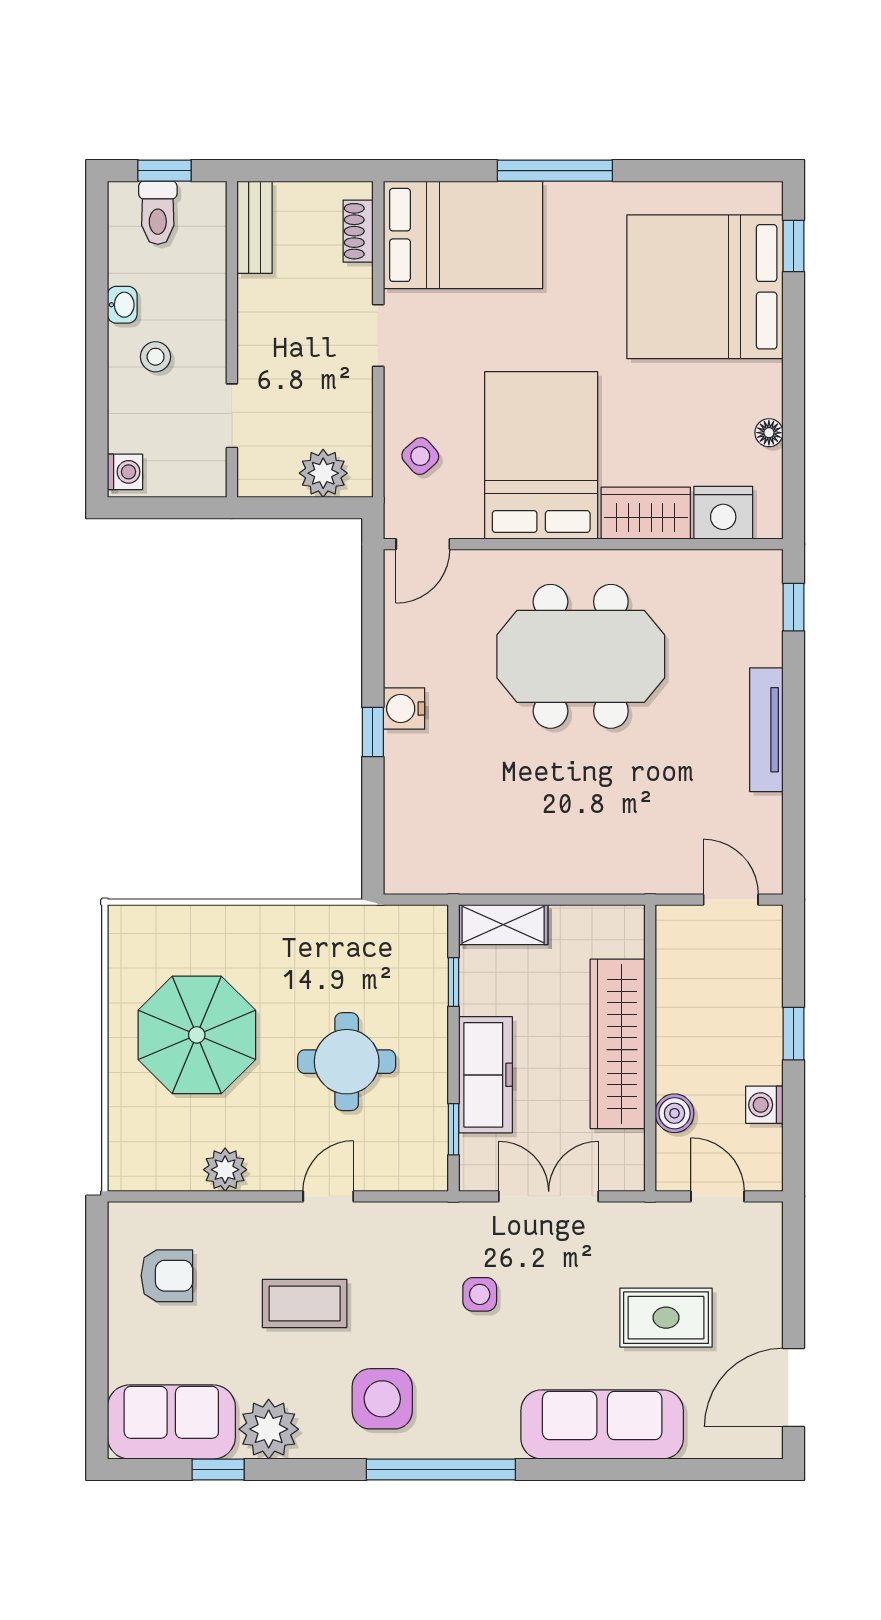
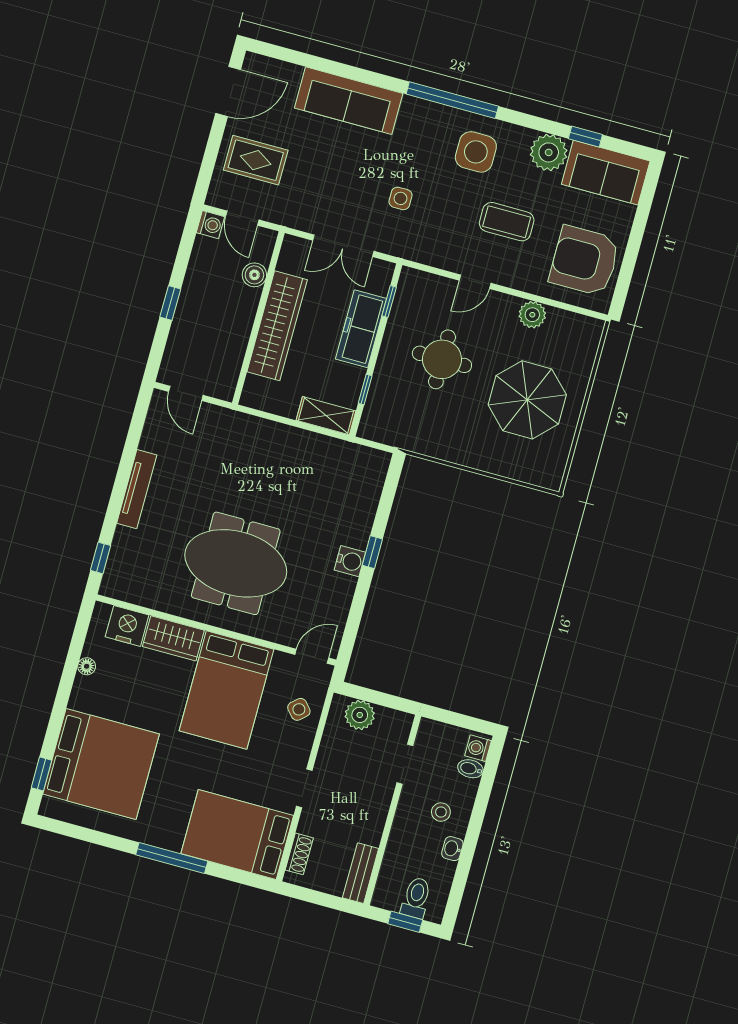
bidet: (128, 437) -> (470, 769), added
washing machine: (764, 1105) -> (210, 225), moved
armchair: (167, 1276) -> (584, 261), width x1.88, depth x1.88
rug: (666, 1318) -> (256, 160), moved

